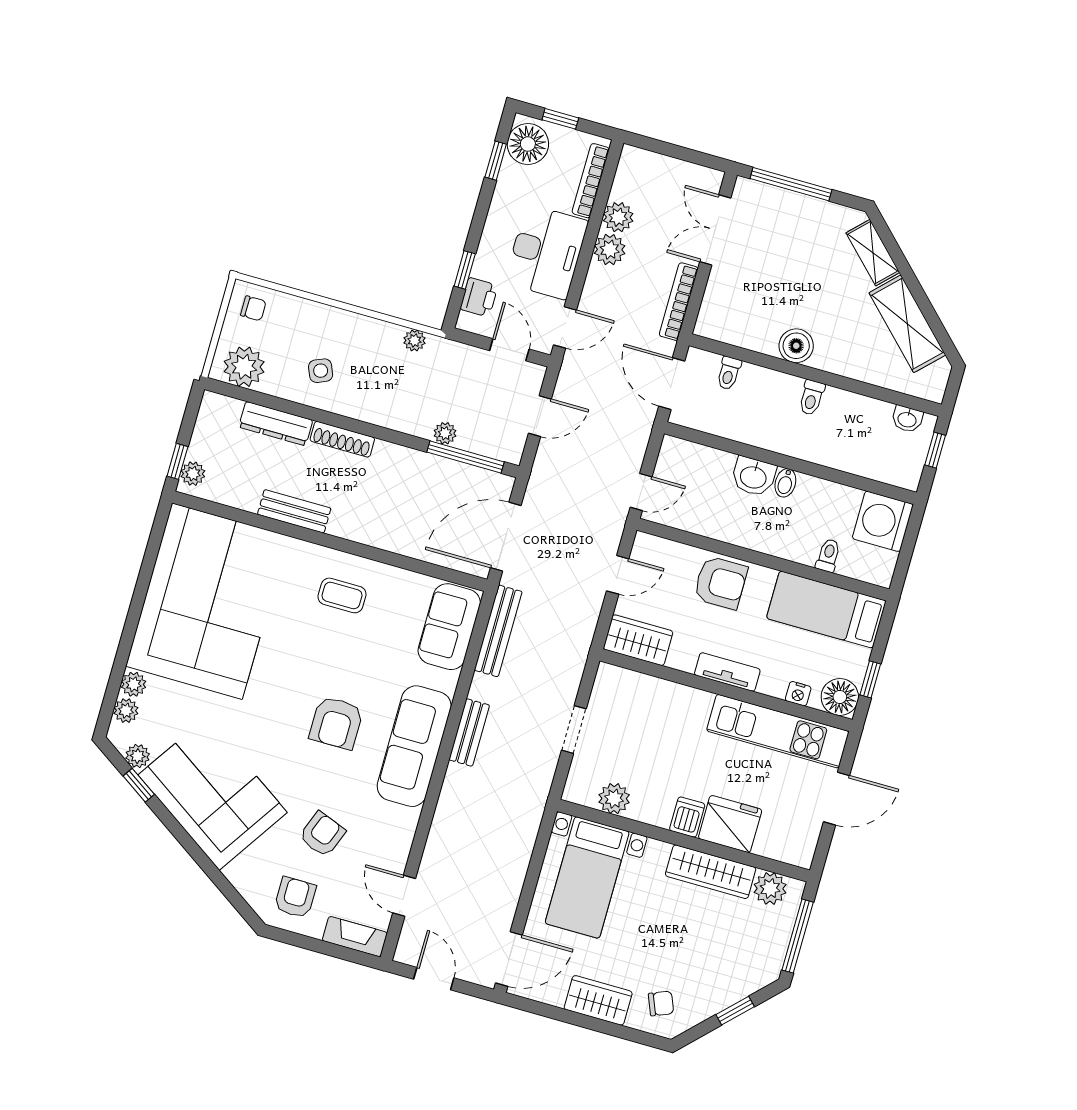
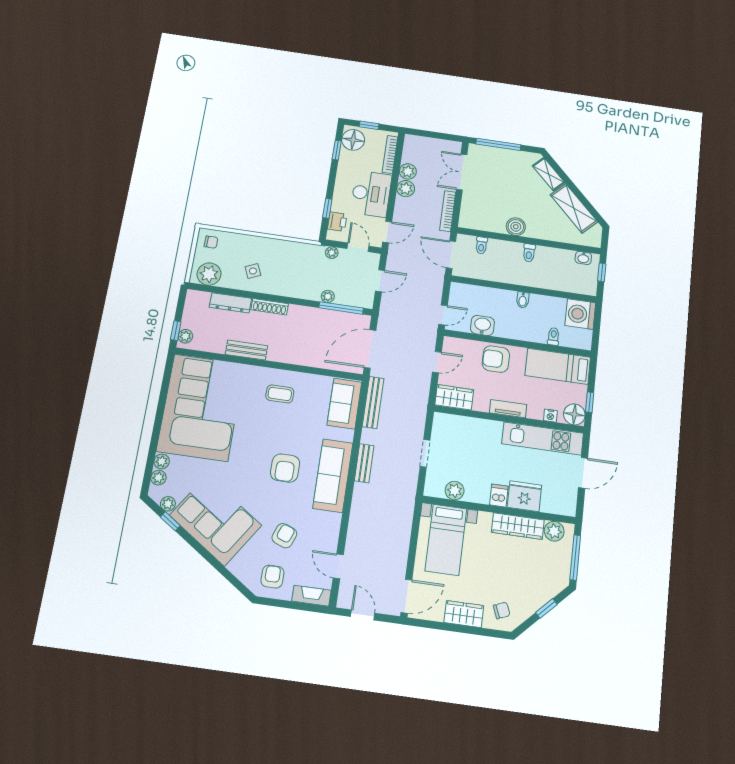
plant: (414, 341) -> (332, 253), moved
washbasin: (753, 476) -> (482, 325), moved, turned 180
armchair: (721, 583) -> (496, 359), turned 180

